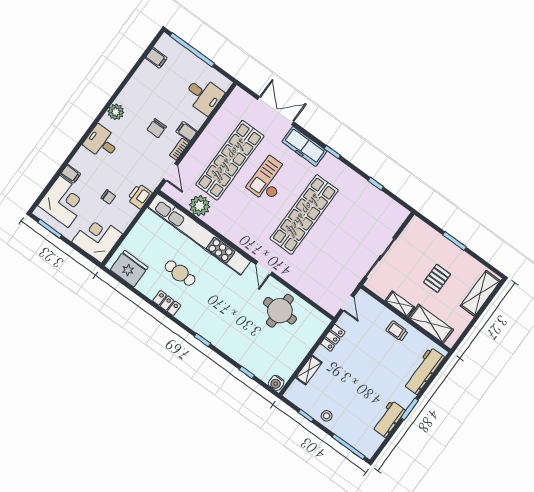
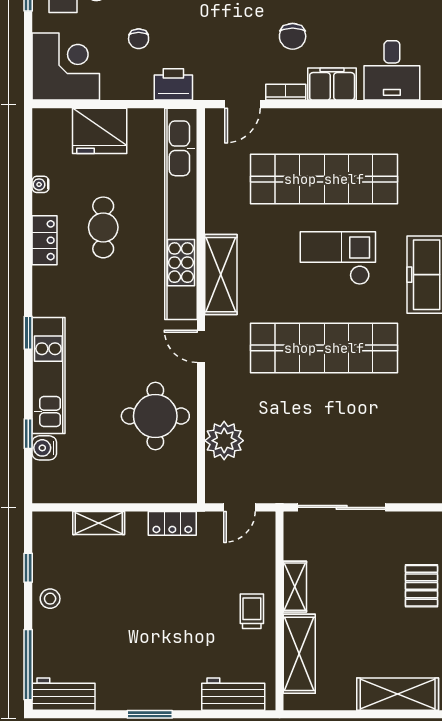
chair: (157, 128) -> (293, 36), turned -90
filing cabinet: (187, 132) -> (332, 84), width x2.00
plant: (200, 206) -> (224, 441), moved
shelving: (239, 236) -> (221, 275), added
door: (264, 268) -> (201, 346), hinge flipped
fridge: (129, 269) -> (100, 131), moved, turned 90
pallet: (437, 278) -> (421, 586), moved, turned 90
water cooler: (141, 287) -> (40, 184), added
kitchen unit: (228, 345) -> (48, 375), added
workbench: (424, 371) -> (233, 694), width x0.73
water cooler: (276, 383) -> (44, 448), moved
workbench: (389, 419) -> (63, 694), moved

